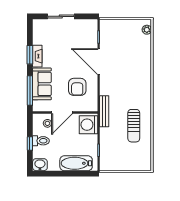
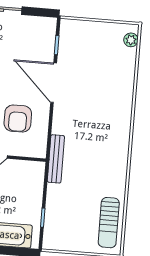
washing machine: (88, 125) -> (30, 177), removed
sun lounger: (134, 126) -> (109, 223), moved

